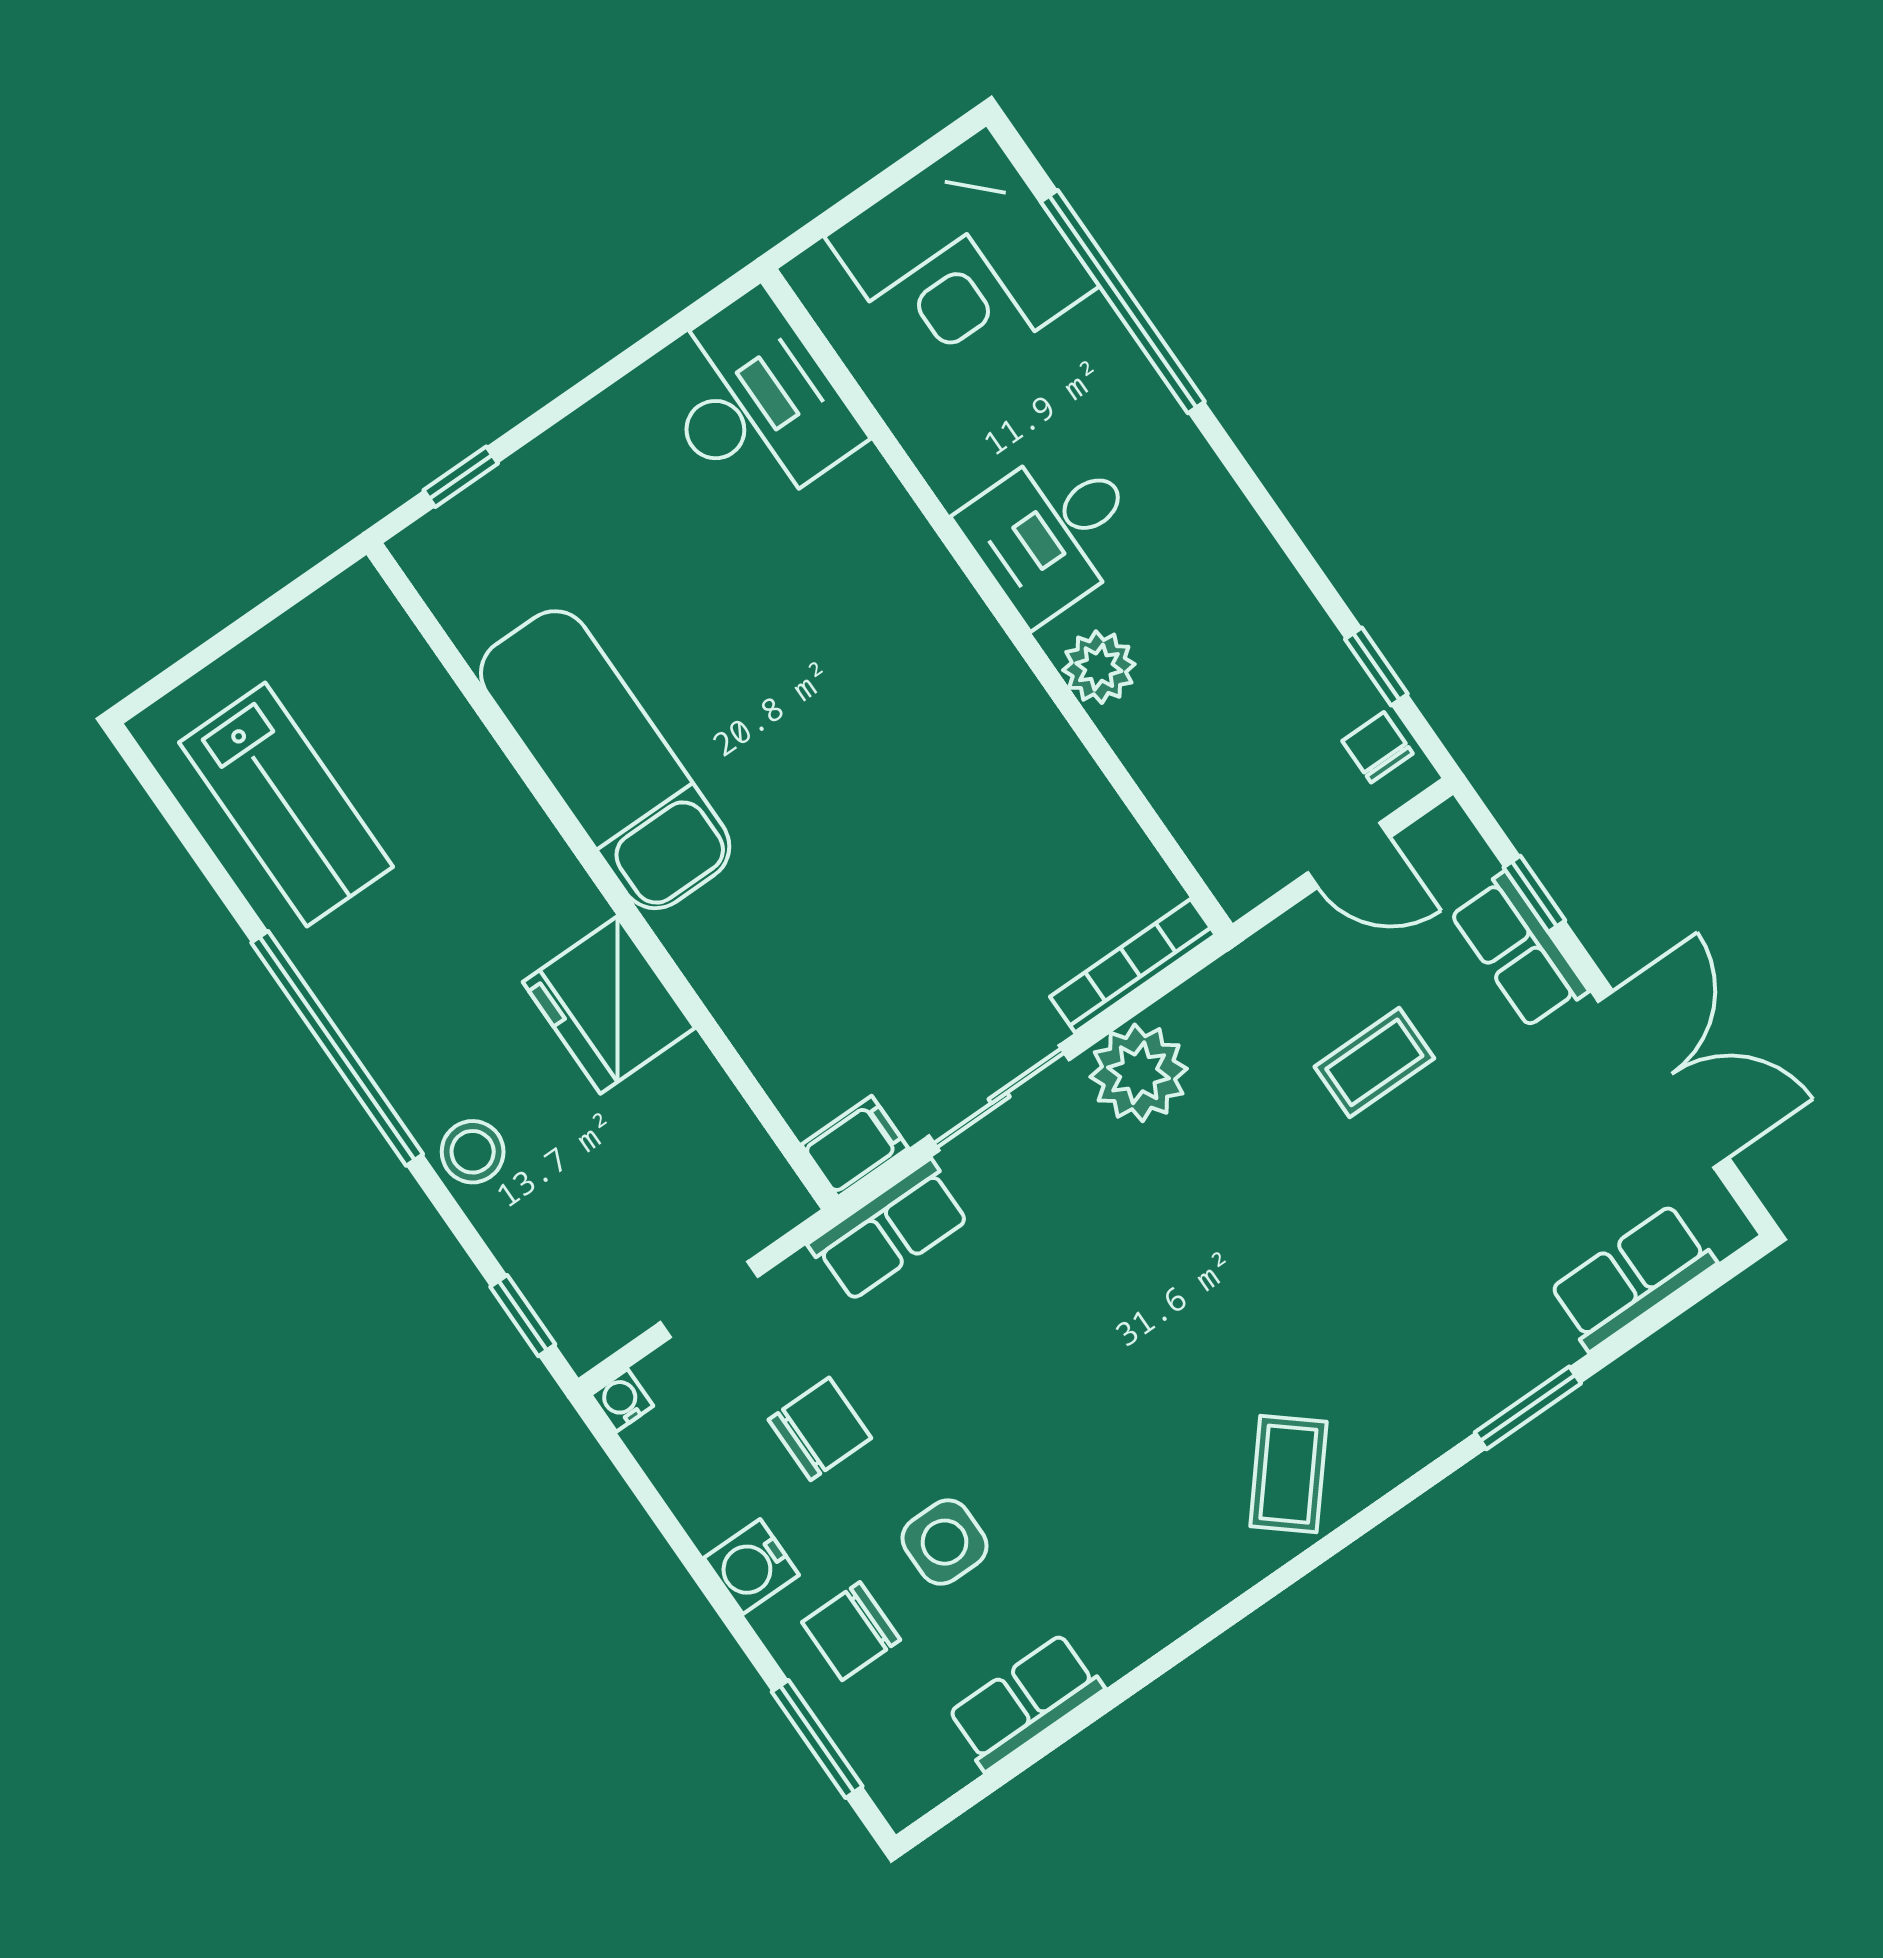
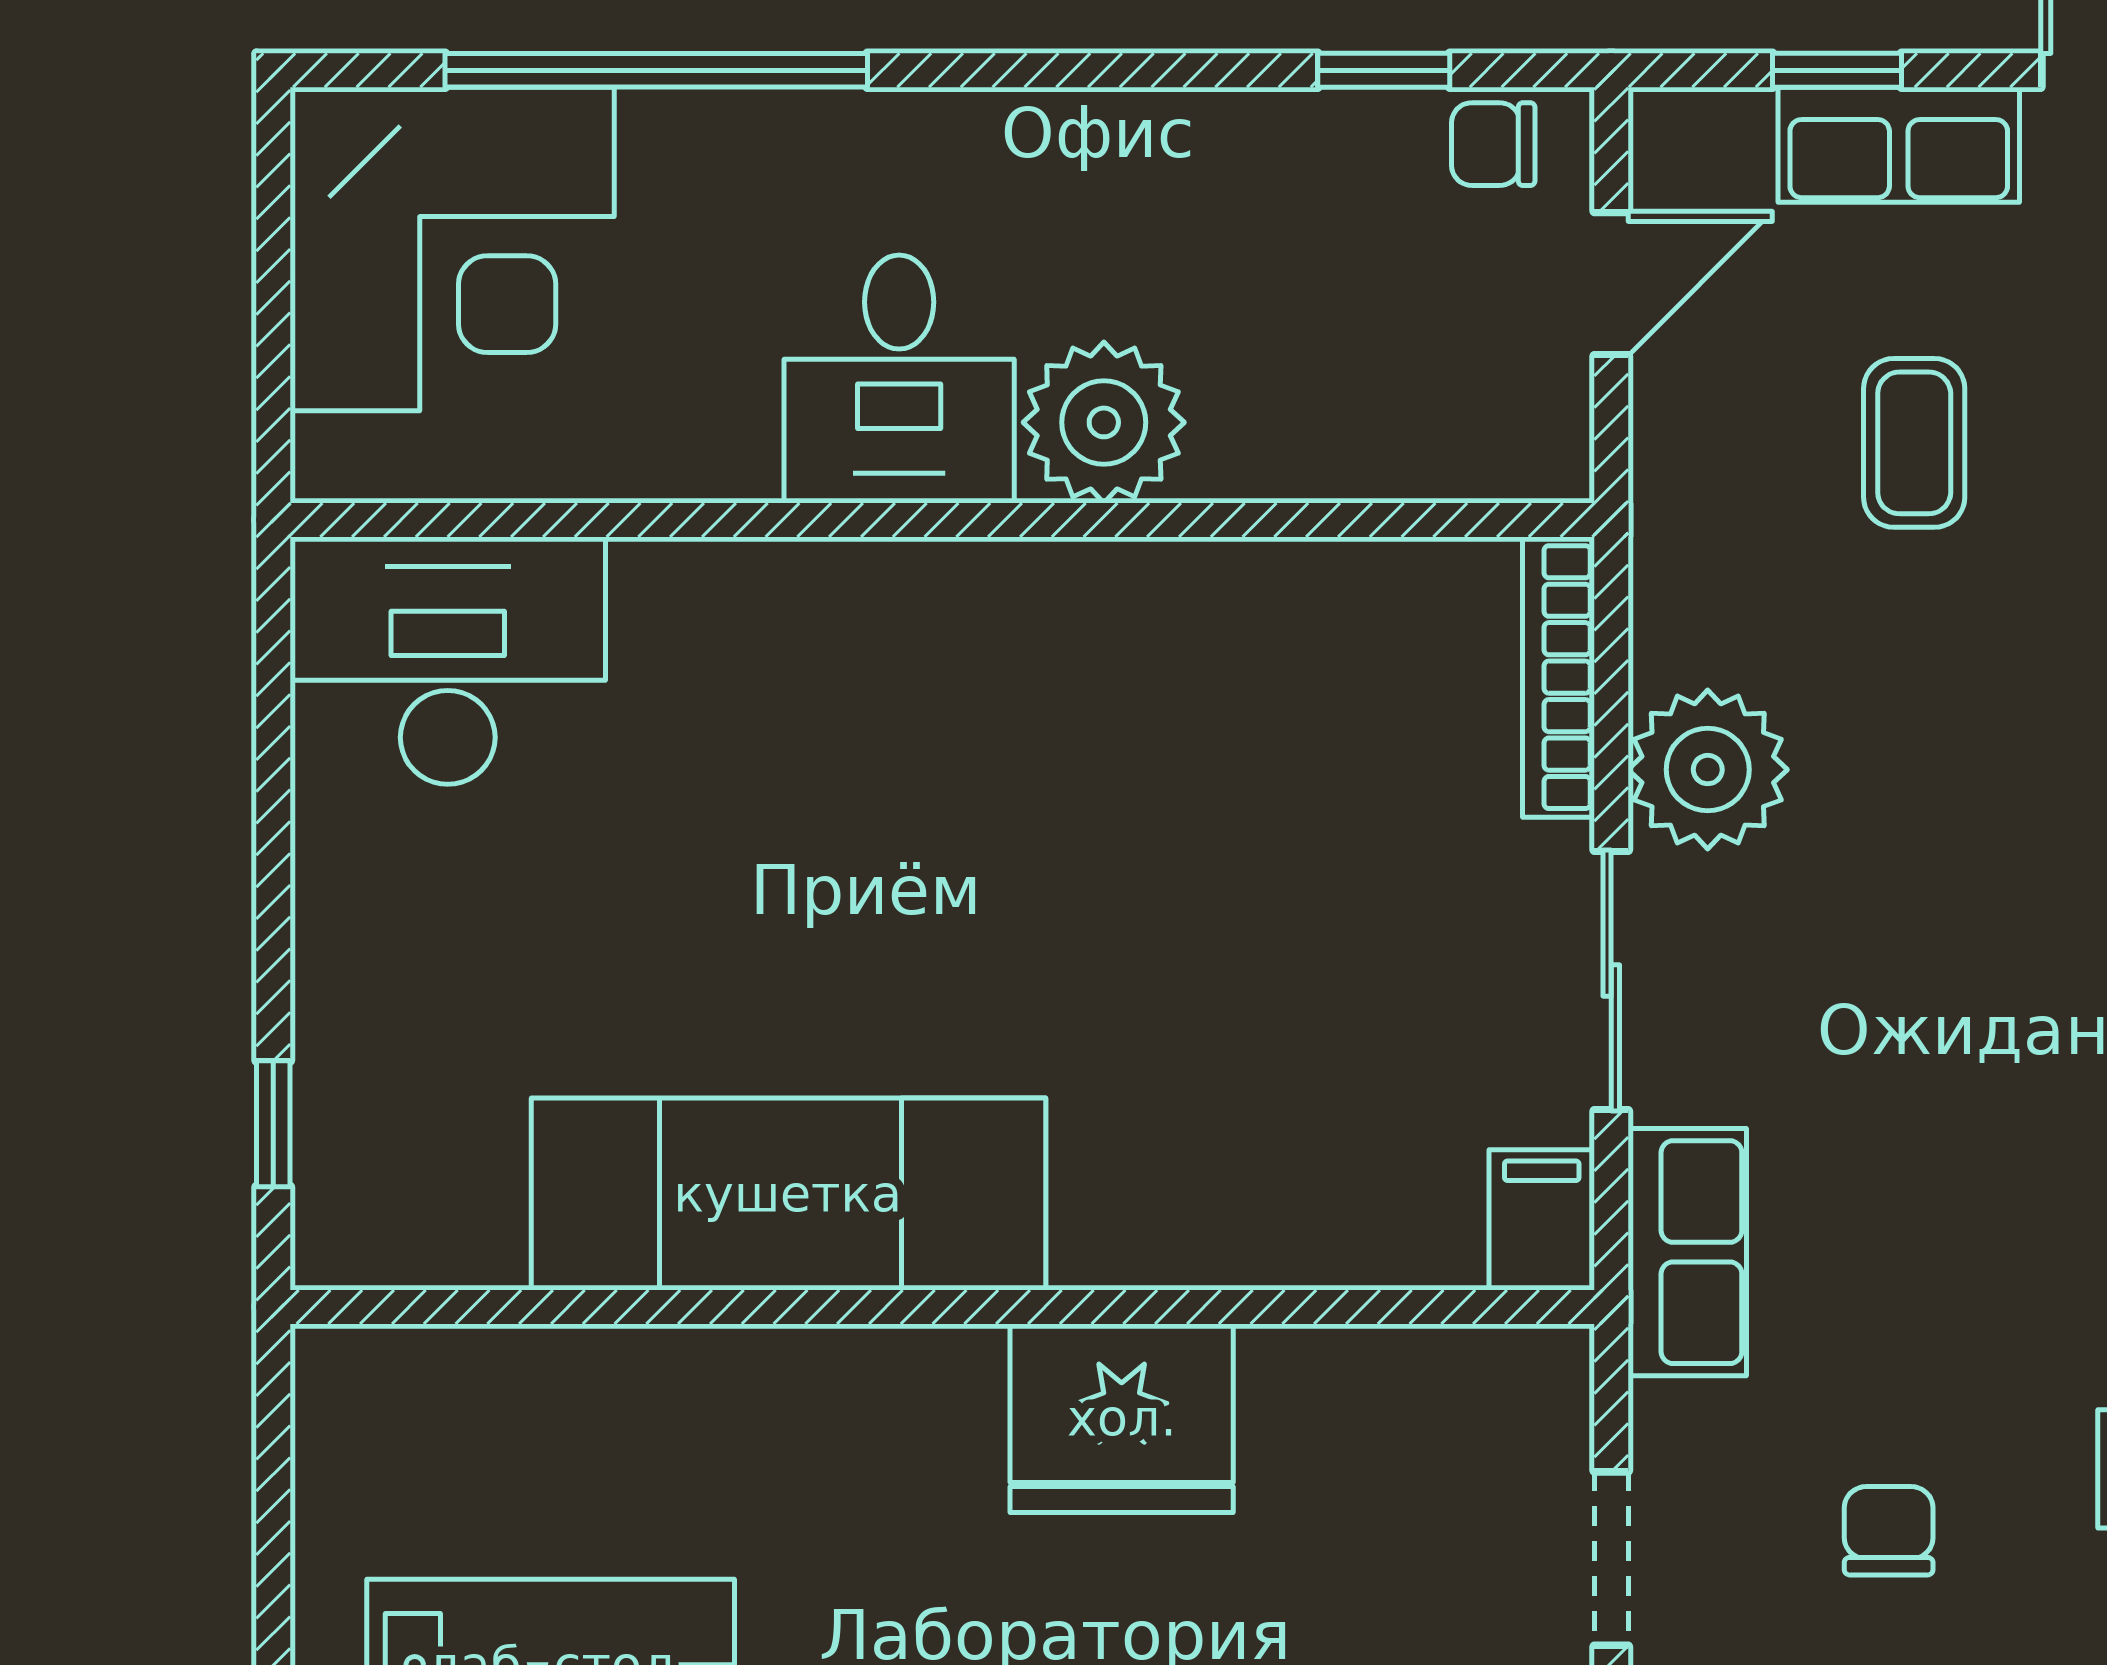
plant: (1099, 667) -> (1104, 422), width x1.36, depth x1.36
chair: (820, 1429) -> (1889, 1531), width x0.73, depth x0.73

